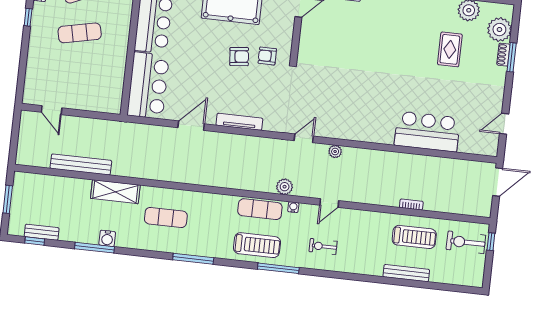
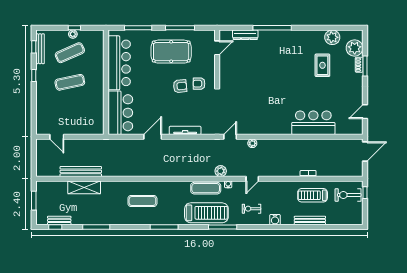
shelving: (115, 192) -> (84, 187), moved
treadmill: (414, 237) -> (313, 195), turned 180
water cooler: (107, 238) -> (275, 220), moved
treadmill: (257, 245) -> (206, 213), width x1.37, depth x1.37

